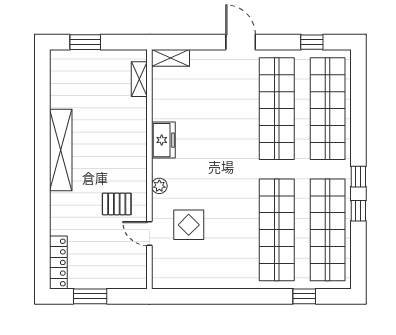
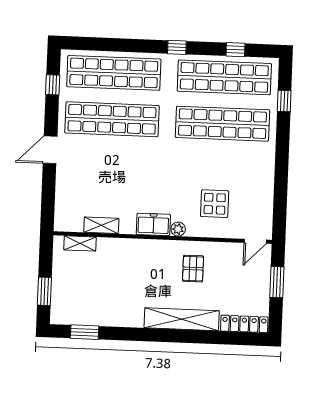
shelving: (170, 58) -> (101, 225), moved, turned 90
window: (42, 88) -> (85, 332), added
freezer: (163, 140) -> (153, 224), moved
shelving: (61, 150) -> (182, 319), moved
window: (358, 211) -> (235, 50), moved
door: (149, 233) -> (255, 241), moved
window: (90, 296) -> (277, 282), moved

